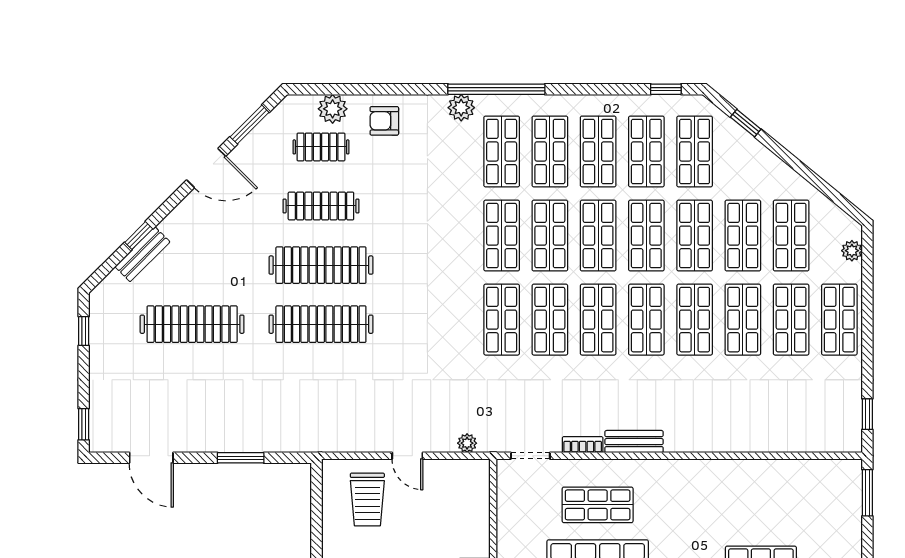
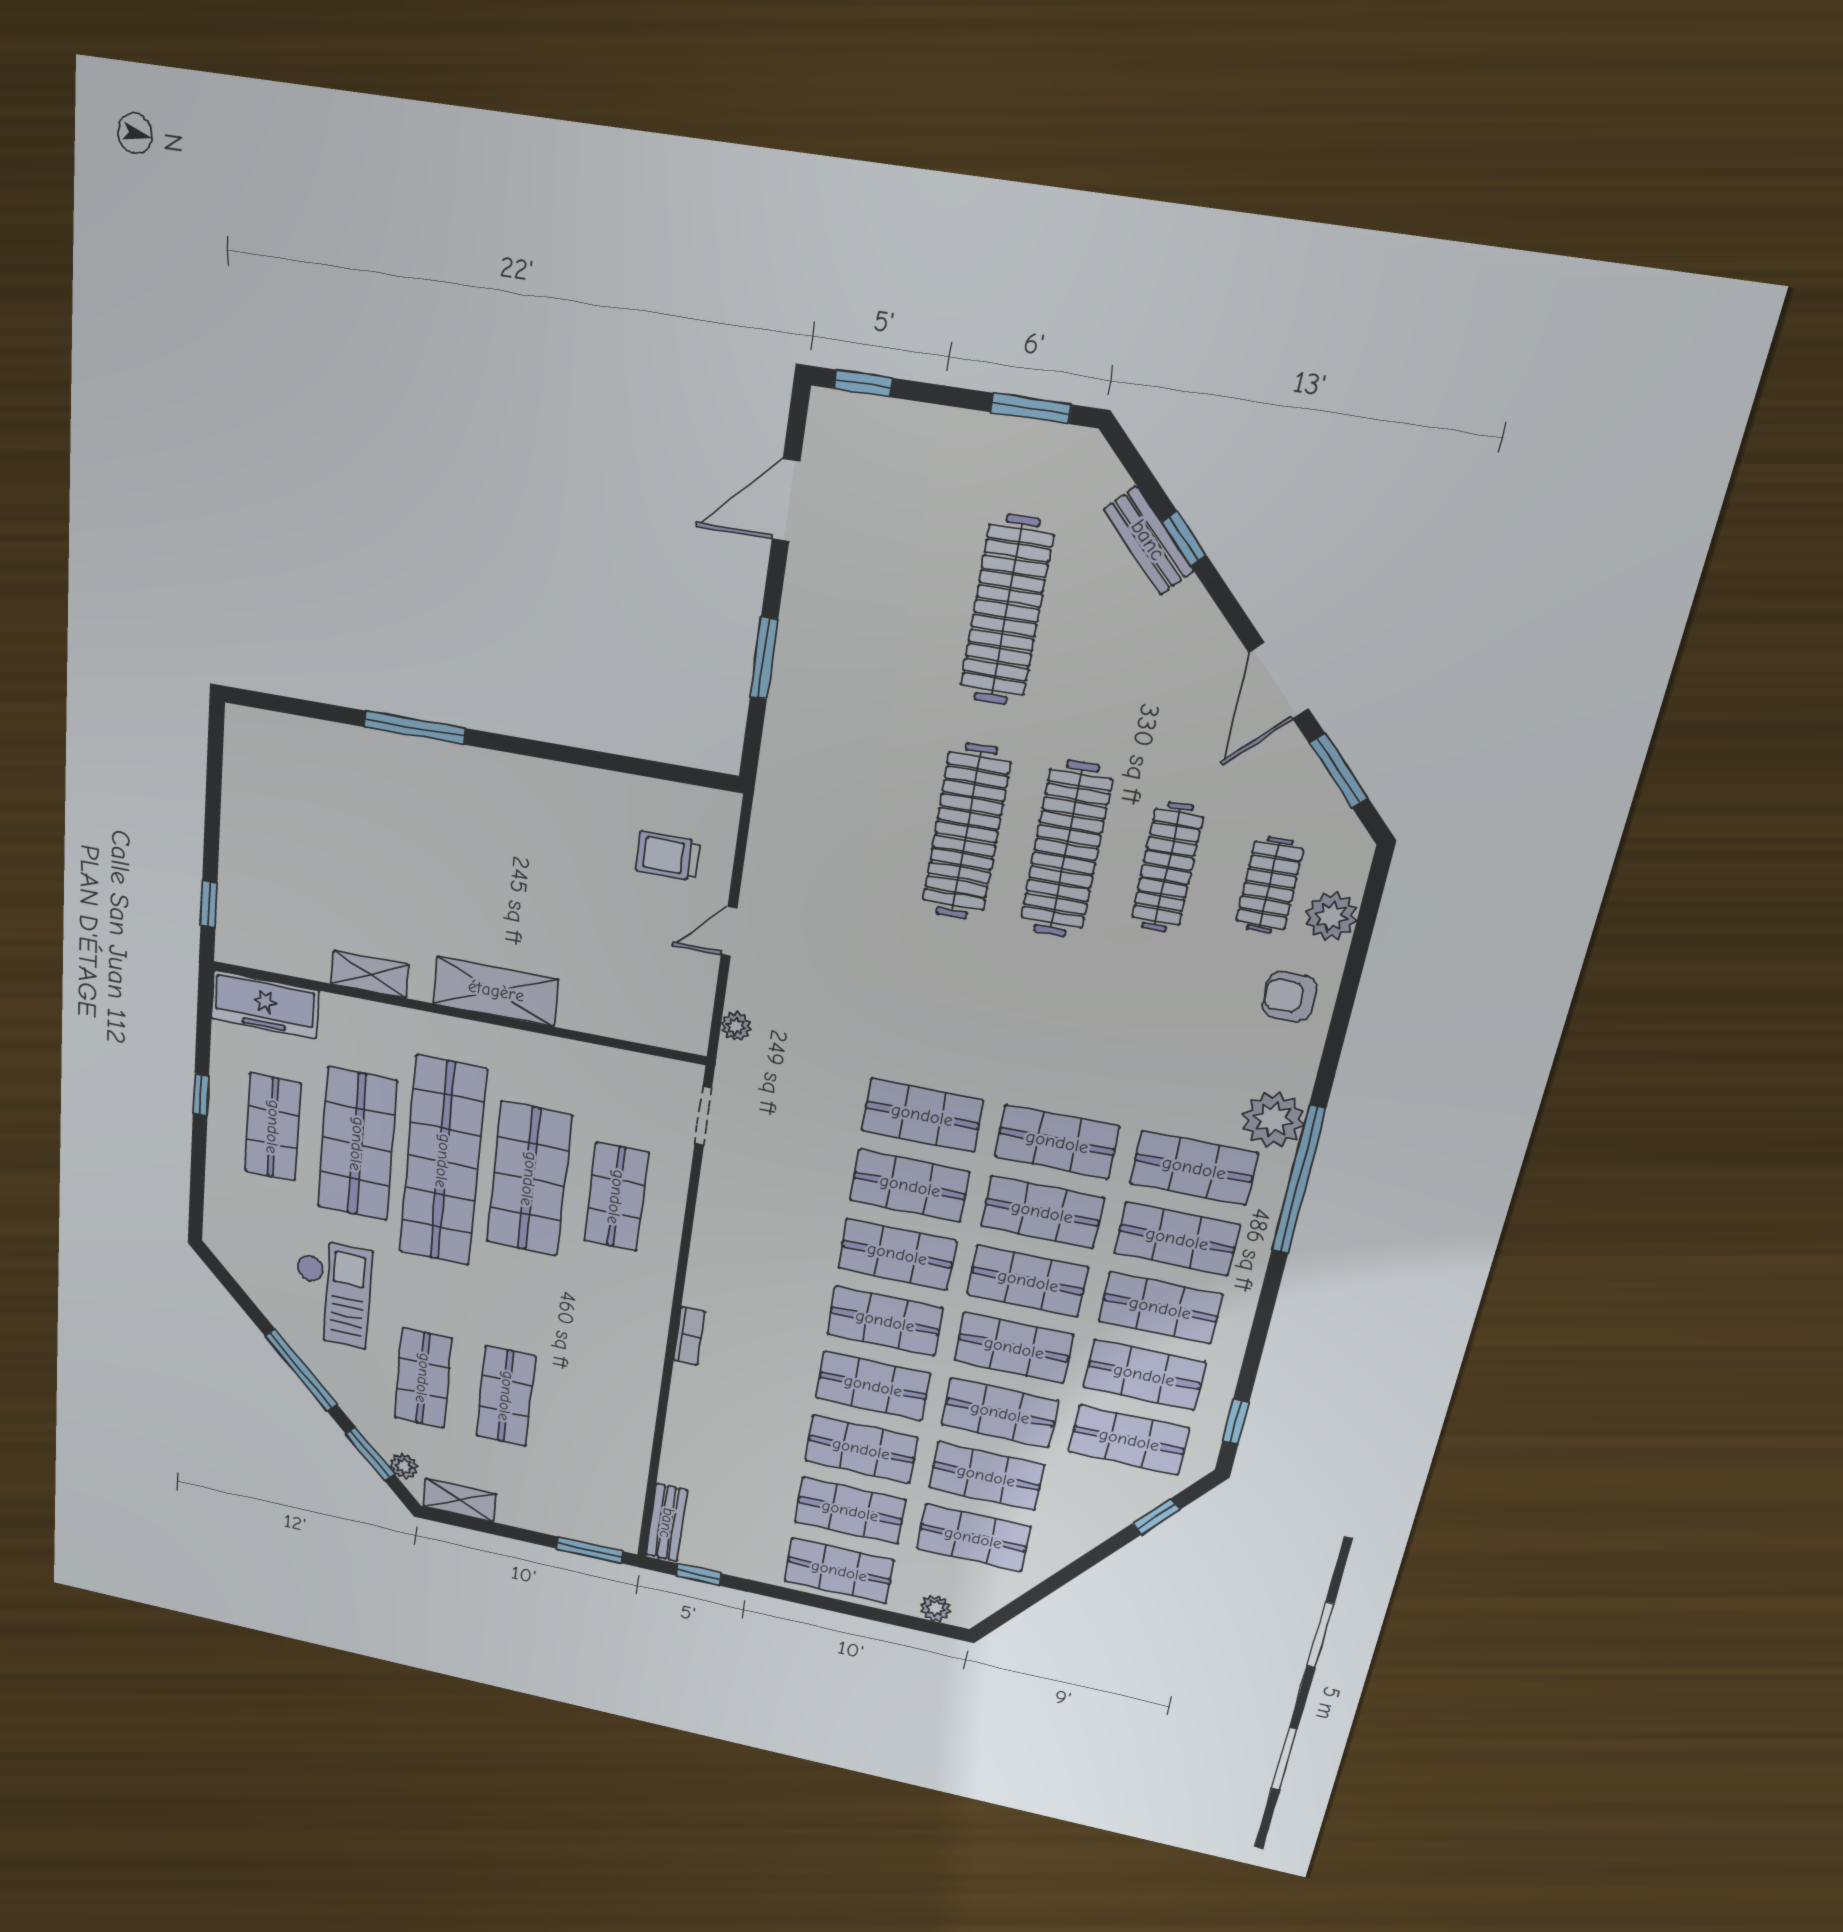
plant: (461, 108) -> (1273, 1120), width x1.36, depth x1.36
armchair: (384, 121) -> (1289, 997), turned -90
window: (84, 331) -> (1031, 408), width x1.50
bench: (634, 442) -> (667, 1523), moved
bookcase: (583, 445) -> (689, 1336), moved
trolley: (367, 500) -> (668, 856), width x0.73, depth x0.72

